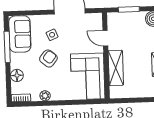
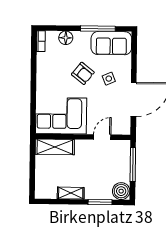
window: (129, 9) -> (133, 165), width x1.44
shelving: (116, 68) -> (55, 147), moved
plant: (45, 96) -> (42, 68), removed

